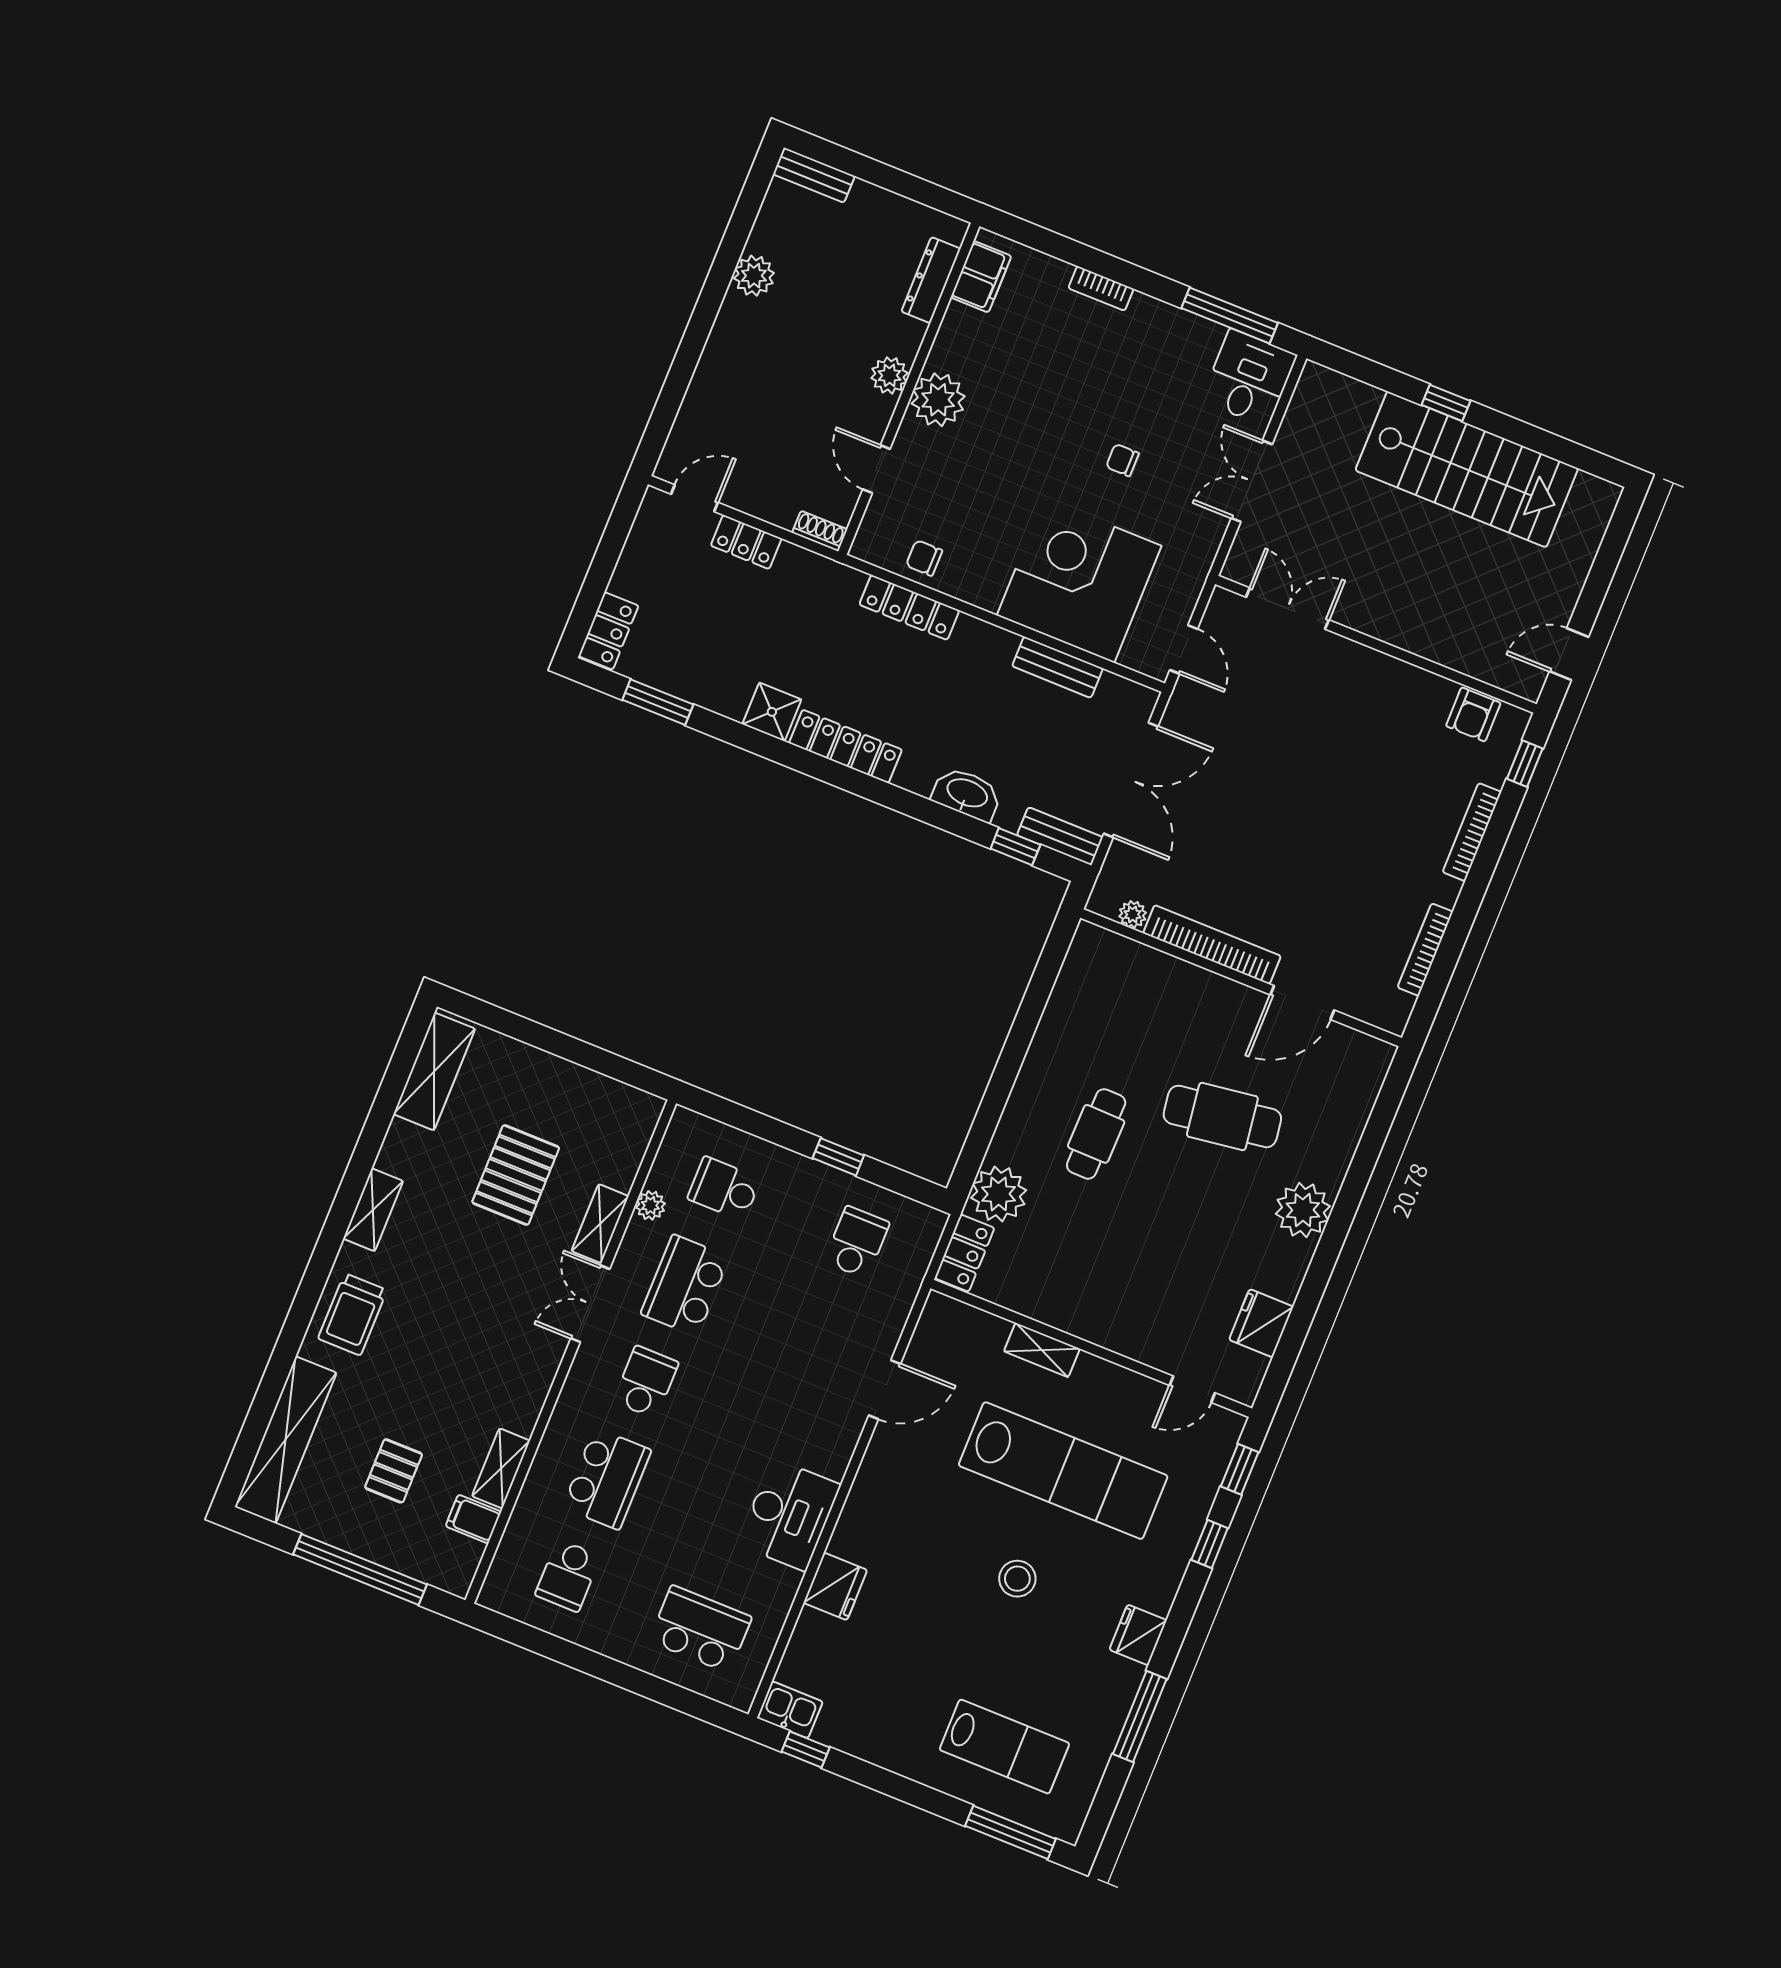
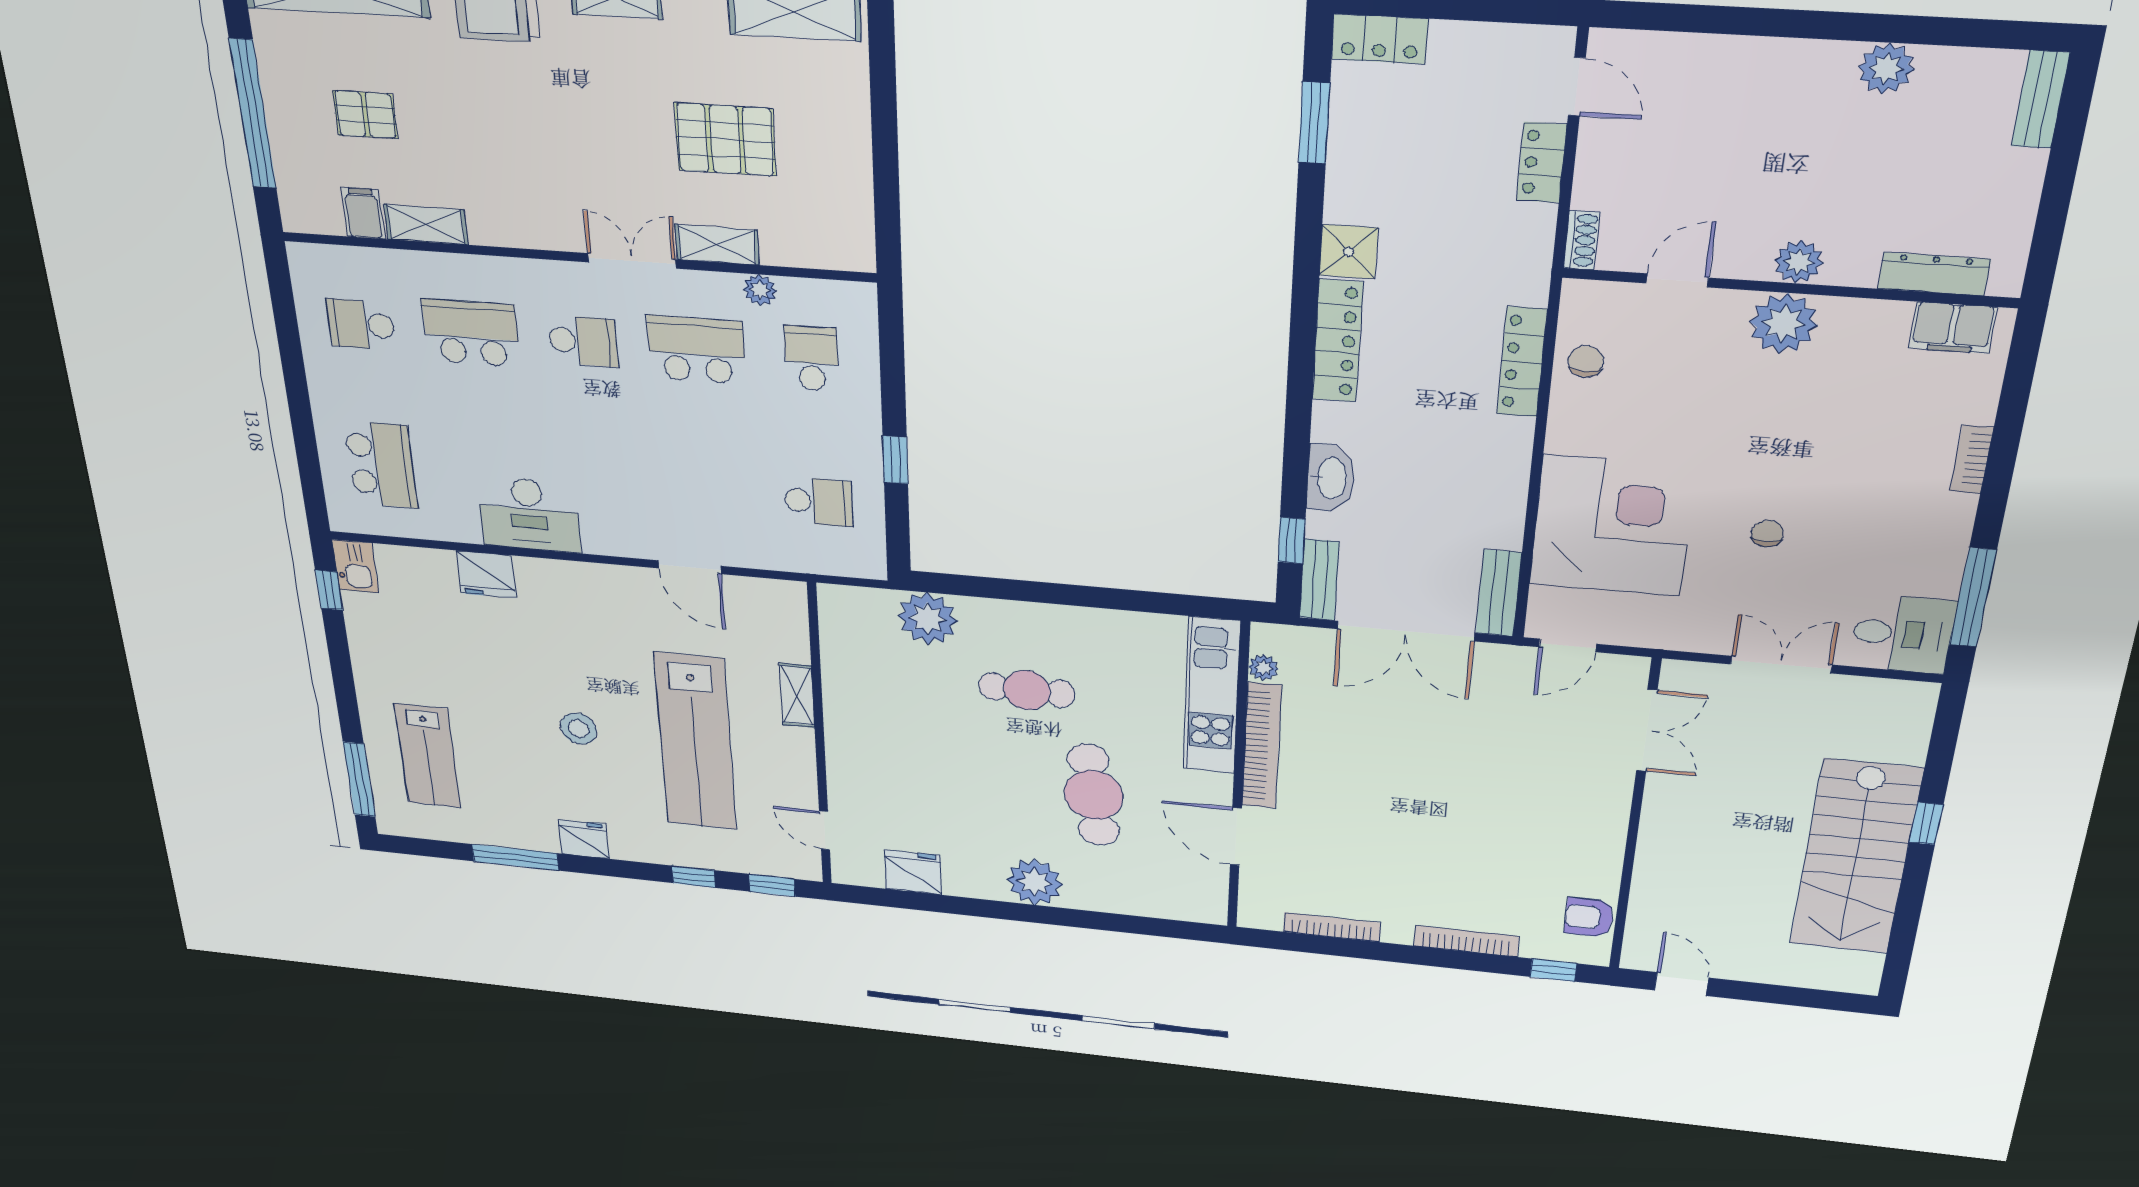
bench: (1057, 667) -> (1499, 593), moved
kitchen unit: (1148, 970) -> (1212, 696), added
locker: (964, 1253) -> (856, 603), removed
school desk: (607, 1479) -> (471, 333), turned 180

